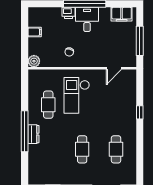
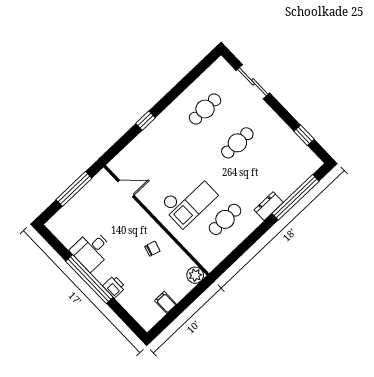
filing cabinet: (122, 14) -> (65, 232), removed
desk: (87, 19) -> (92, 250), moved
window: (25, 131) -> (296, 197), moved

